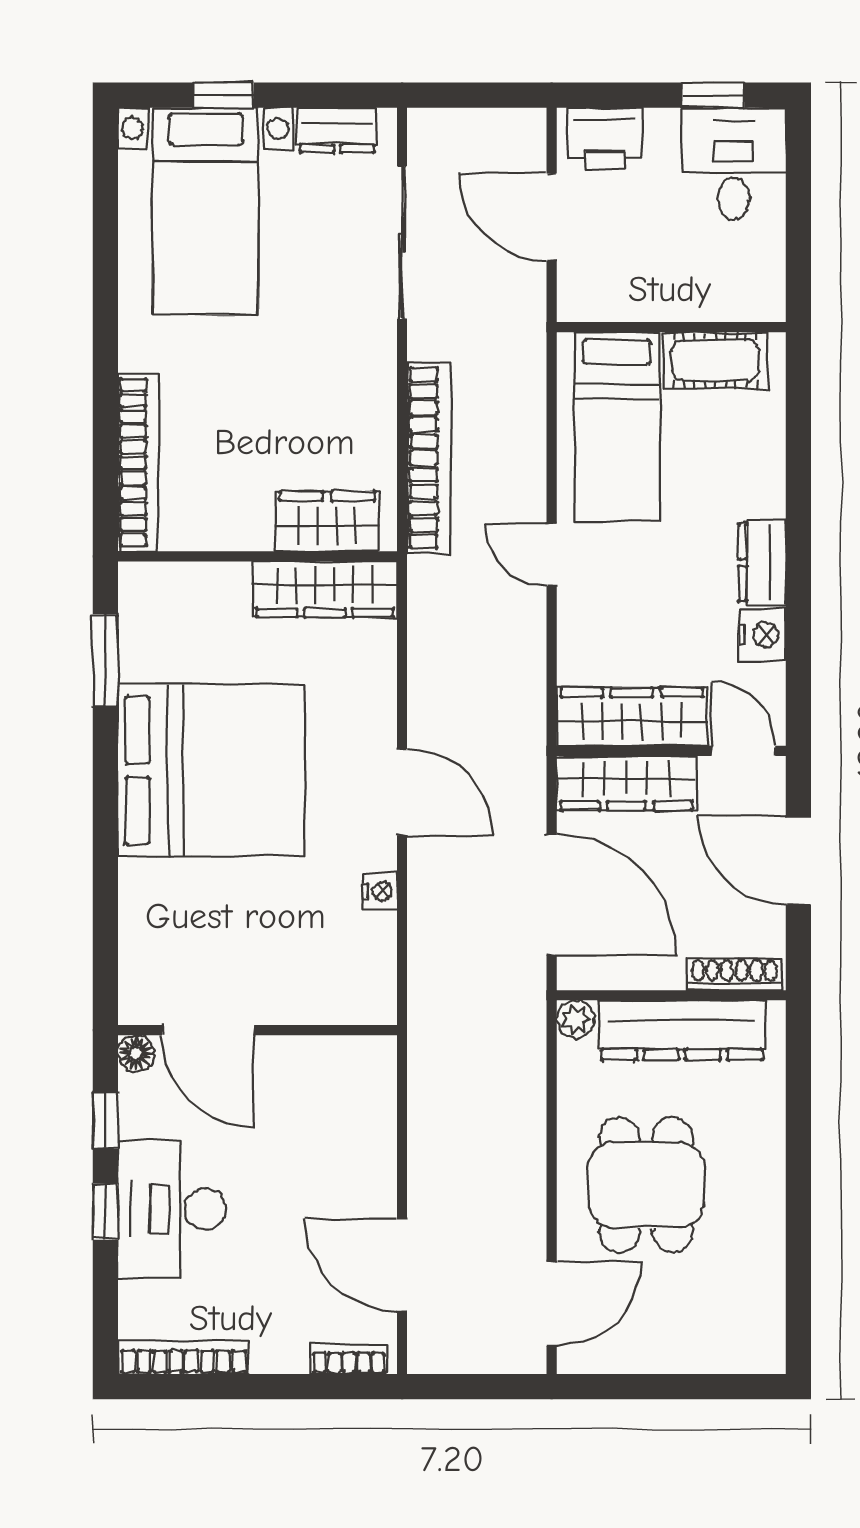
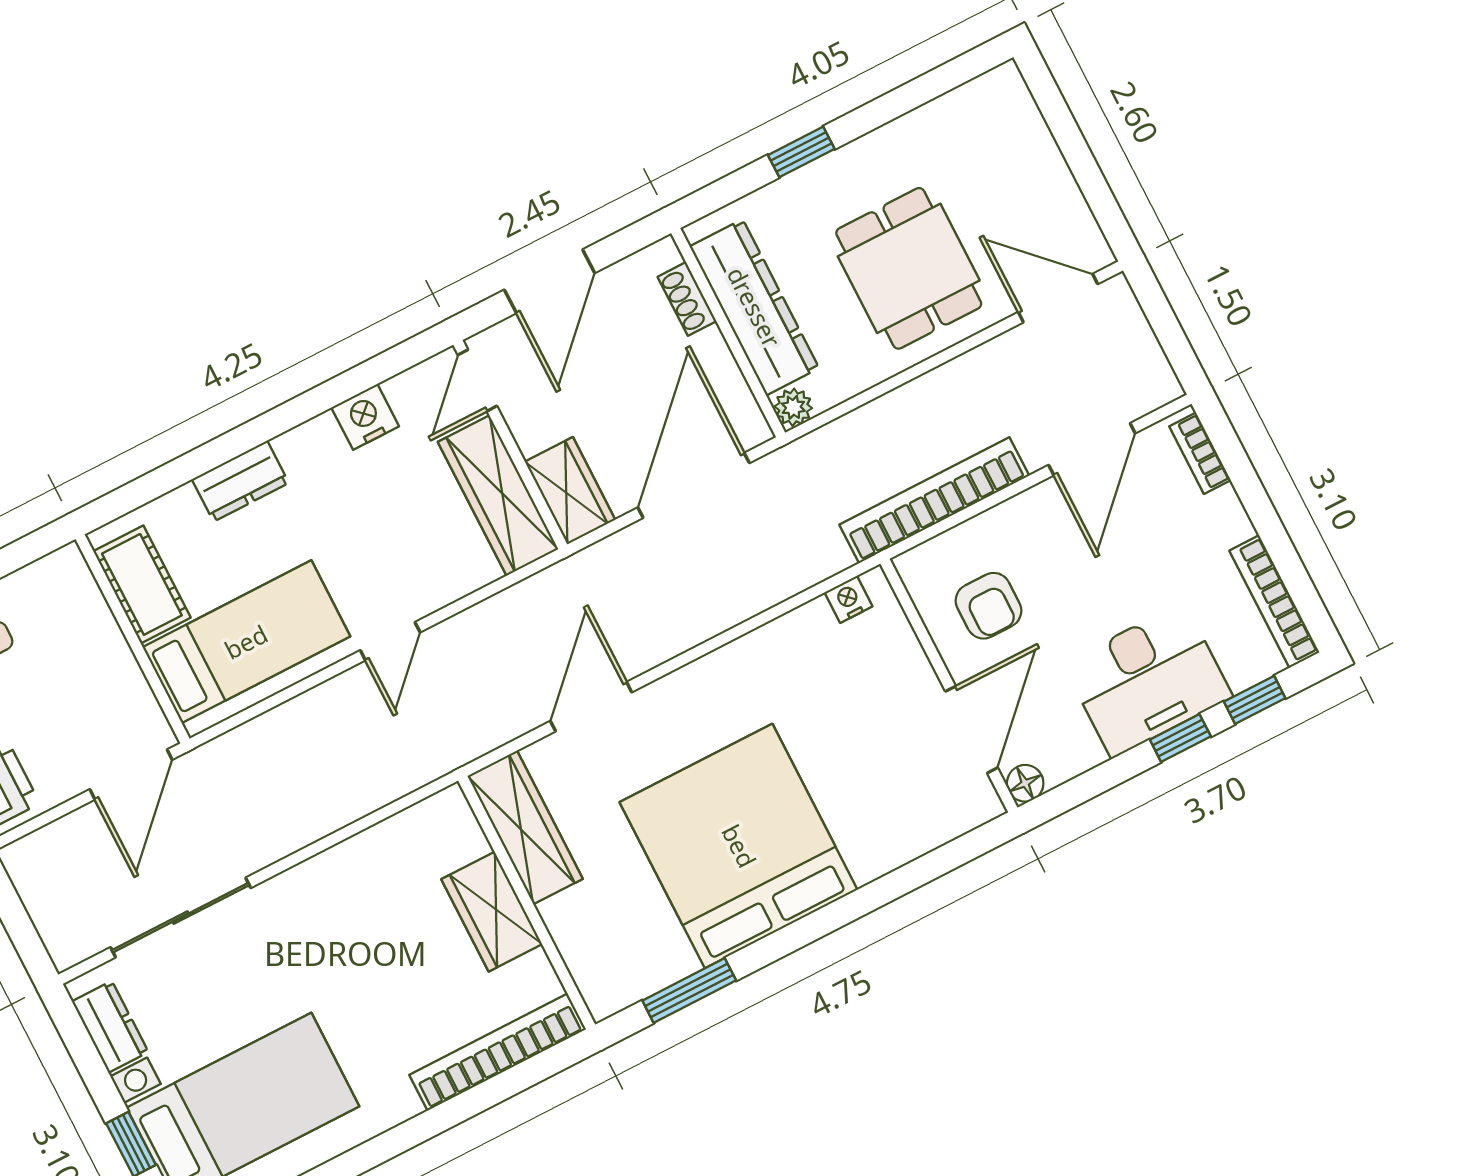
door: (552, 217) -> (131, 774), moved
bookcase: (429, 458) -> (934, 500), moved
wardrobe: (327, 521) -> (492, 912), moved
dresser: (762, 562) -> (240, 481), moved
wardrobe: (626, 783) -> (570, 491), width x0.67
door: (402, 792) -> (591, 707), moved
nightstand: (380, 891) -> (849, 599), moved
shoe rack: (734, 974) -> (687, 299), width x0.70
armchair: (310, 1102) -> (989, 606), added
window: (105, 1120) -> (1255, 700), moved
window: (798, 1143) -> (801, 152), added
dining table: (646, 1185) -> (909, 268), turned 90

